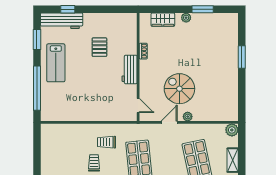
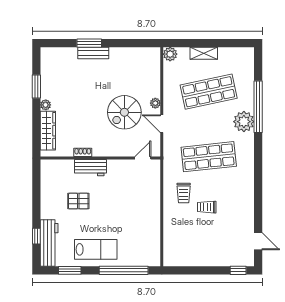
wardrobe: (163, 20) -> (48, 131), width x1.50
bench: (233, 61) -> (93, 53), added
workbench: (130, 69) -> (91, 168), moved

